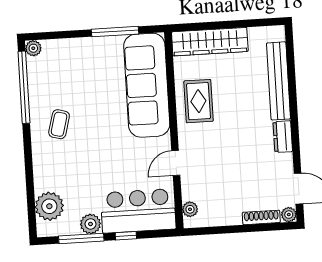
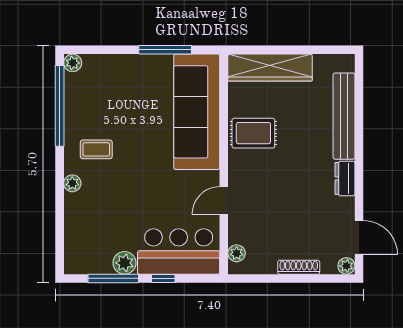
rug: (198, 101) -> (253, 133), turned 90
coffee table: (59, 124) -> (96, 149), turned 75
plant: (49, 206) -> (72, 183), moved, width x0.53, depth x0.53
shoe rack: (261, 217) -> (299, 267), moved

